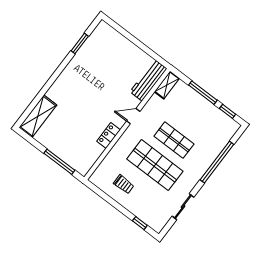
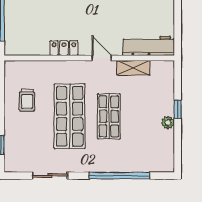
shelving: (167, 85) -> (133, 68), moved
window: (203, 93) -> (178, 109), width x0.46
plant: (207, 105) -> (168, 123), added
window: (228, 111) -> (178, 148), removed

